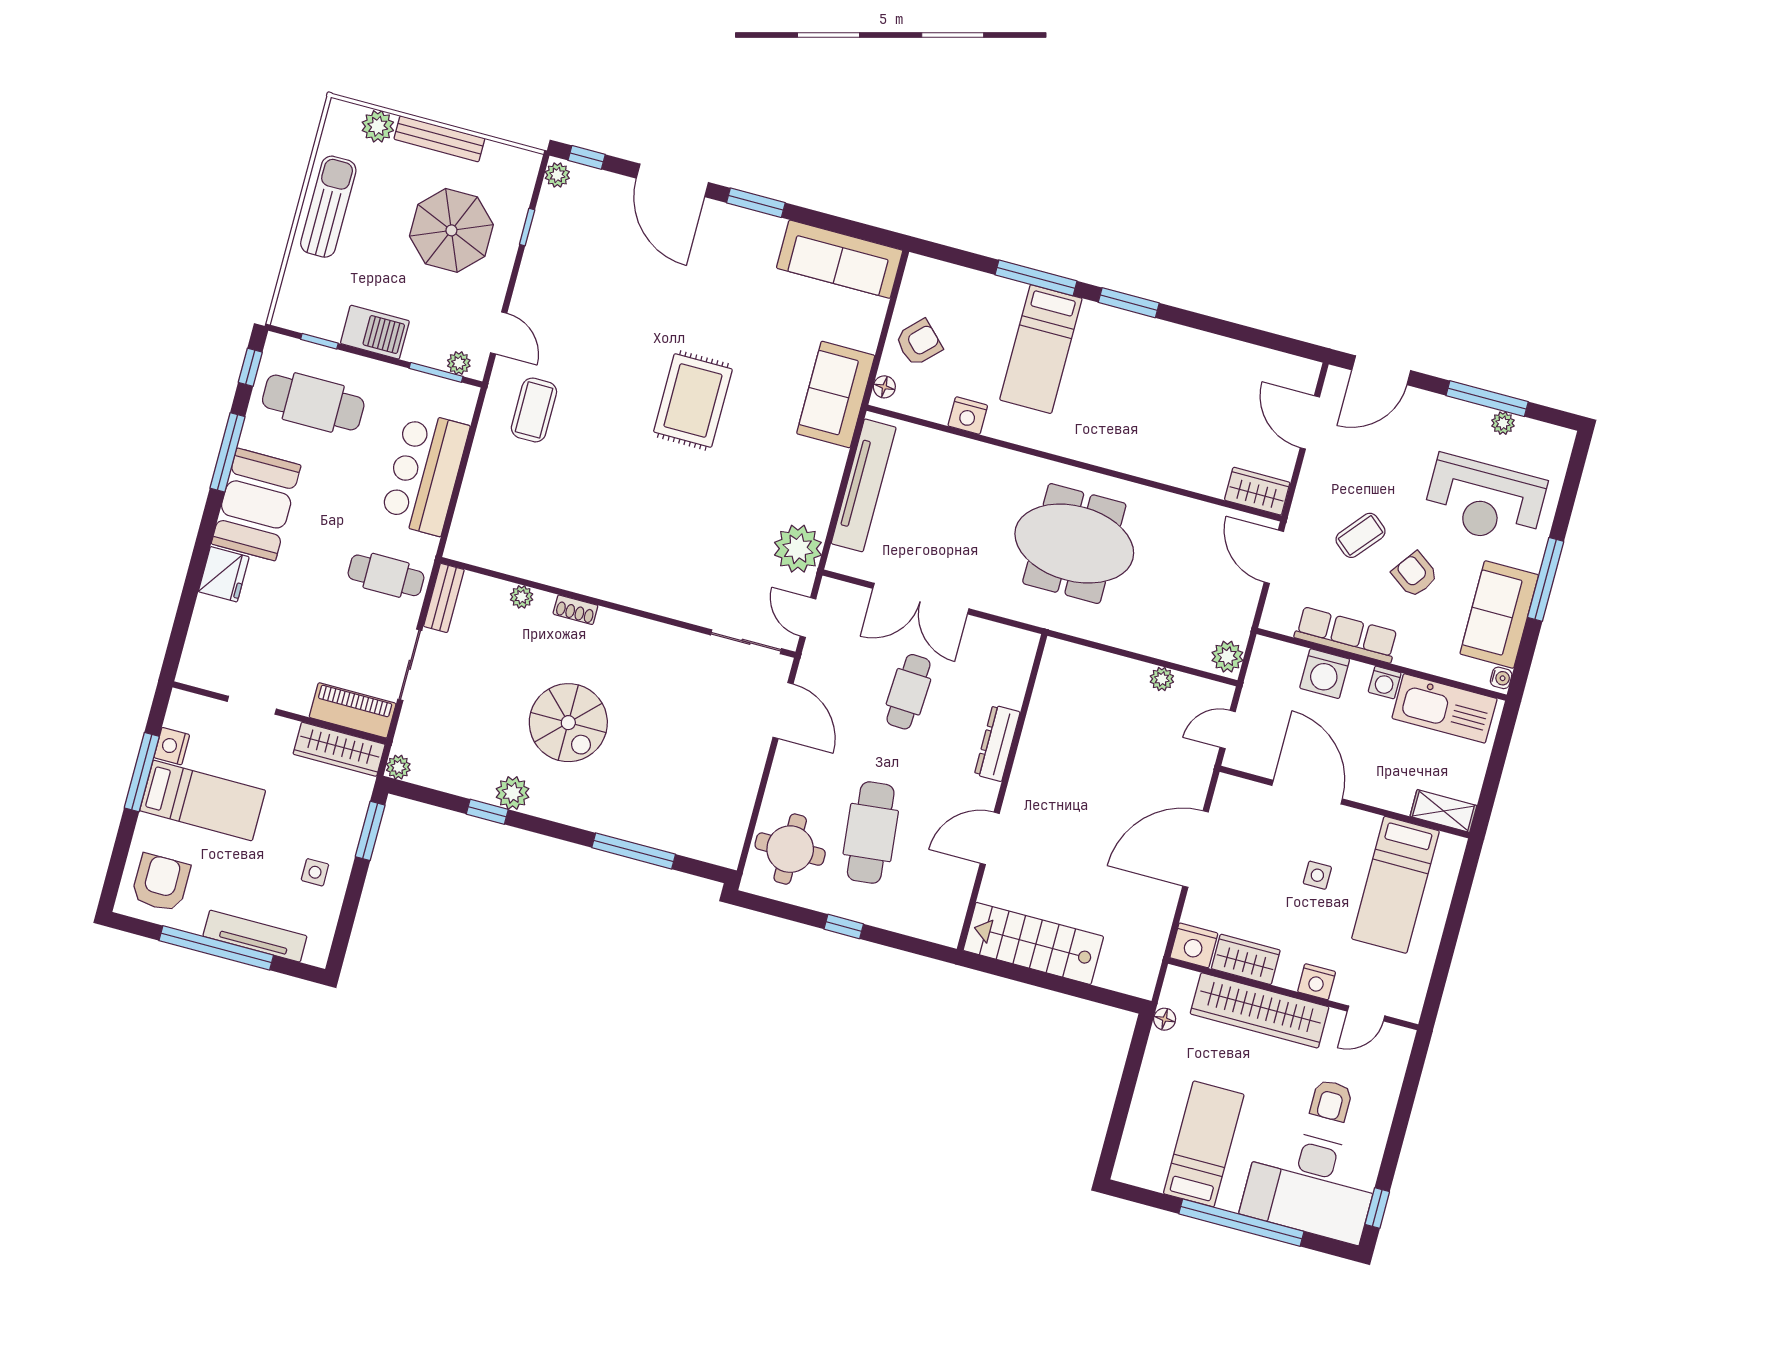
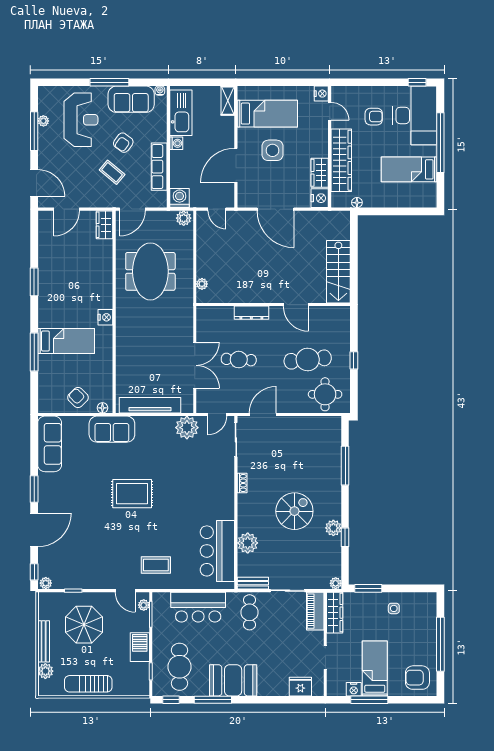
window: (1129, 303) -> (34, 282), moved
door: (499, 333) -> (125, 591), swing flipped
nightstand: (968, 416) -> (105, 317), moved
bar counter: (529, 543) -> (217, 551), added
meeting table: (1074, 544) -> (150, 271), moved
fridge: (224, 574) -> (300, 687), moved
plant: (522, 597) -> (248, 543), width x1.87, depth x1.87
shoe rack: (575, 610) -> (242, 483), moved
washing machine: (1325, 674) -> (180, 198), moved, turned -90
plant: (1162, 679) -> (202, 284), moved
side table: (1317, 875) -> (272, 150), width x1.87, depth x1.87
tv unit: (255, 936) -> (430, 628), removed
nightstand: (1317, 982) -> (321, 94), moved

